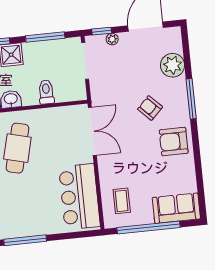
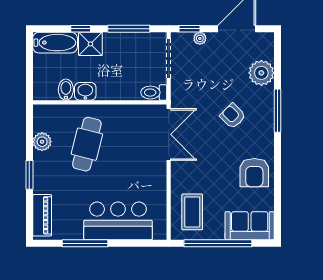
toilet: (46, 92) -> (154, 93), moved, turned -90
armchair: (174, 142) -> (254, 173), moved, turned -90
bar counter: (79, 197) -> (118, 221), moved, turned 90
coffee table: (122, 201) -> (192, 212), width x1.36, depth x1.30

